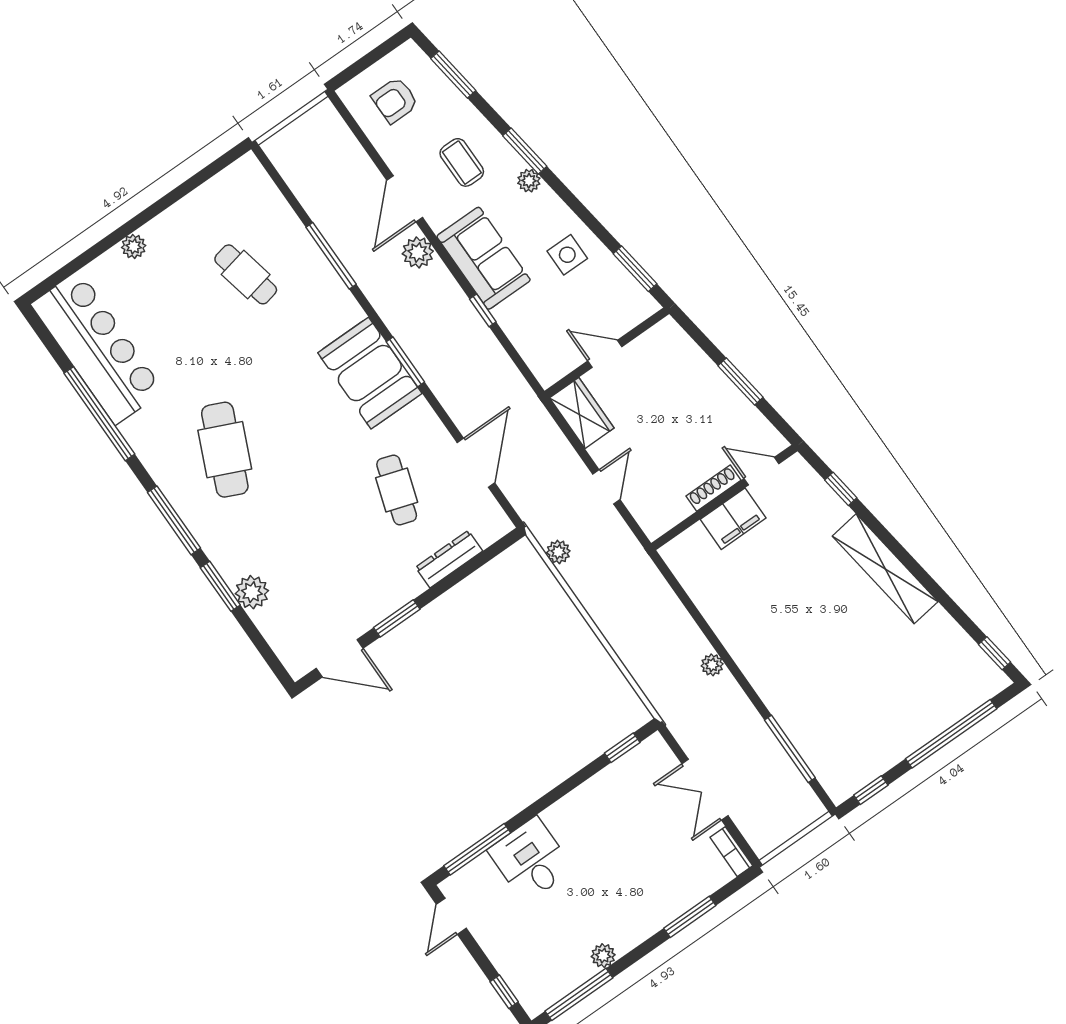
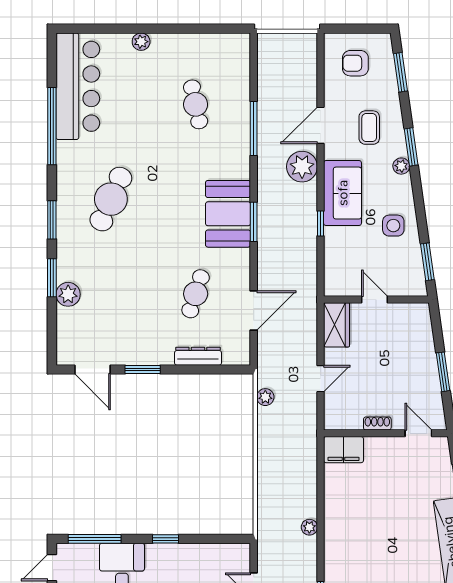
plant: (418, 252) -> (302, 167), width x1.36, depth x1.36
shoe rack: (713, 488) -> (377, 423), width x0.70
filing cabinet: (733, 519) -> (344, 450), moved
window: (174, 520) -> (52, 220), width x0.69
window: (622, 748) -> (166, 539), moved

